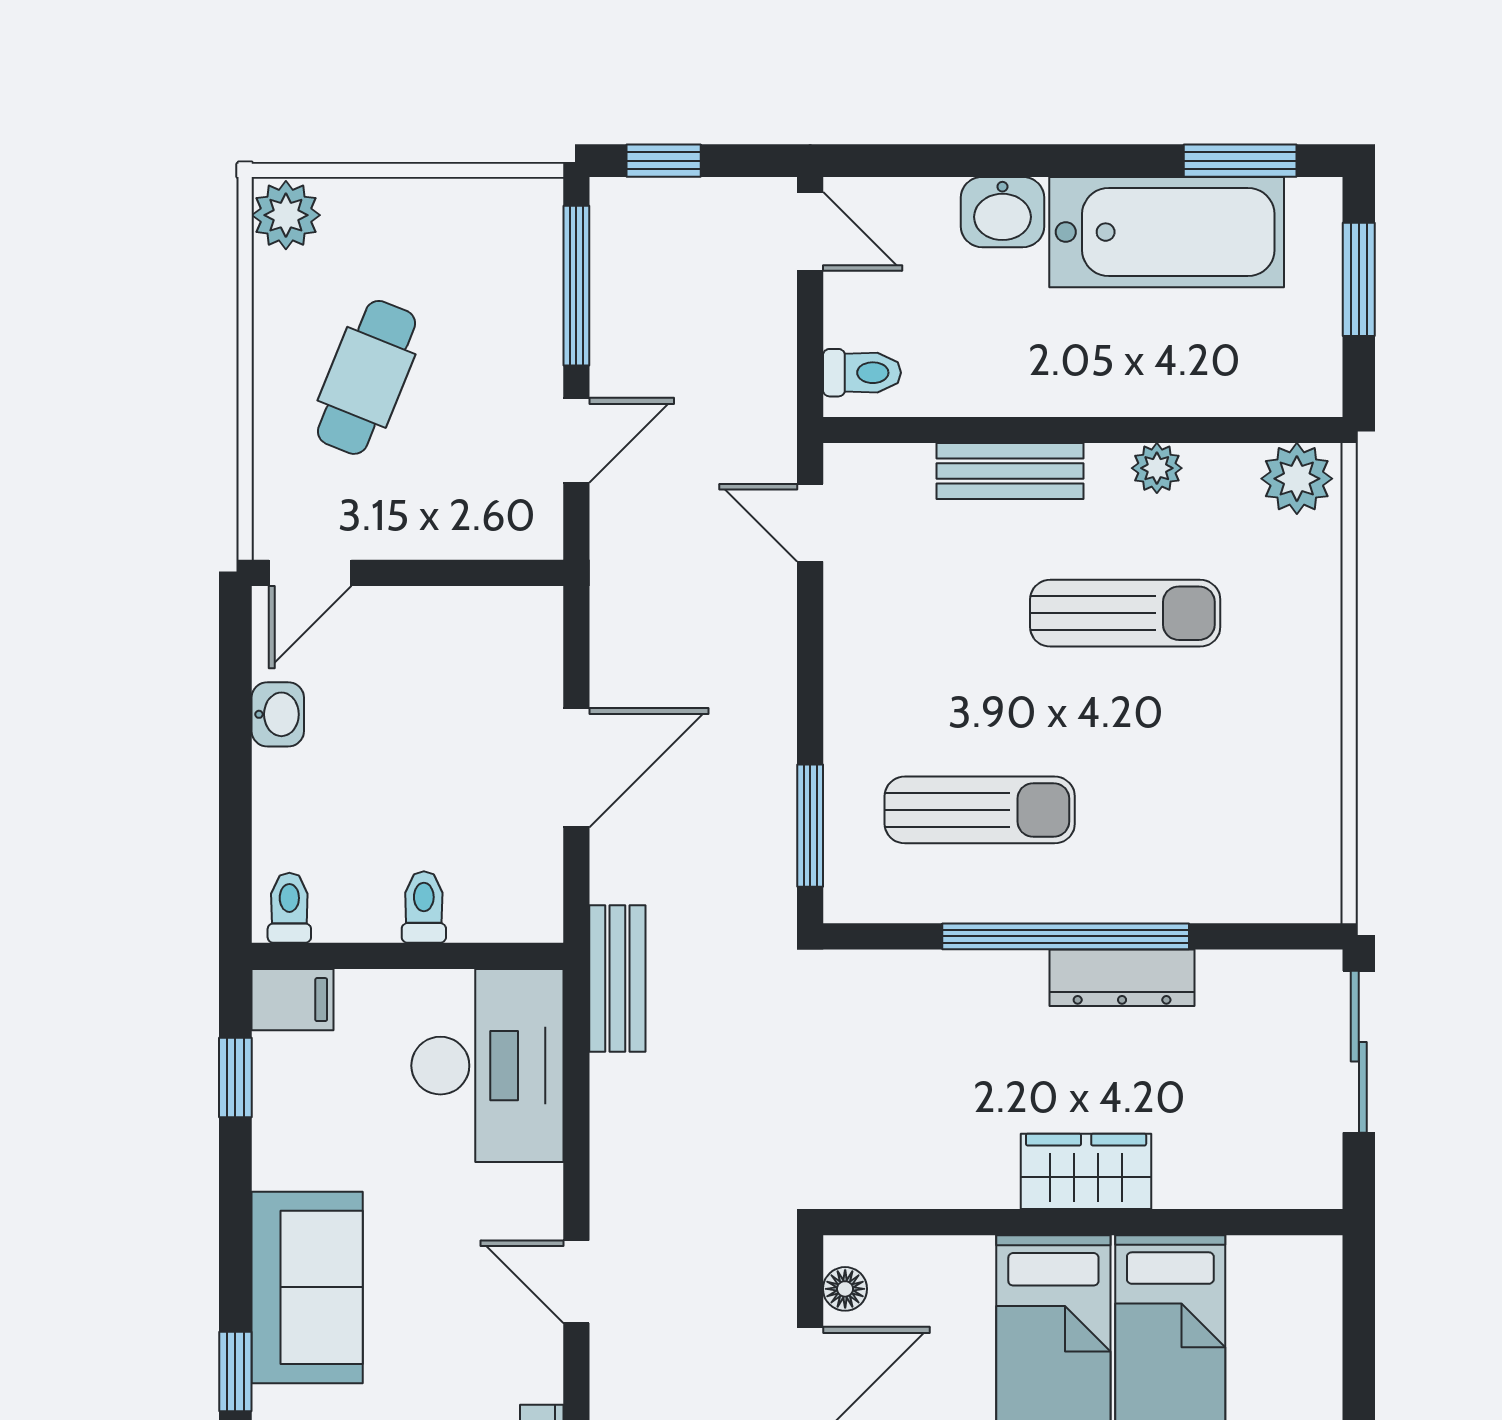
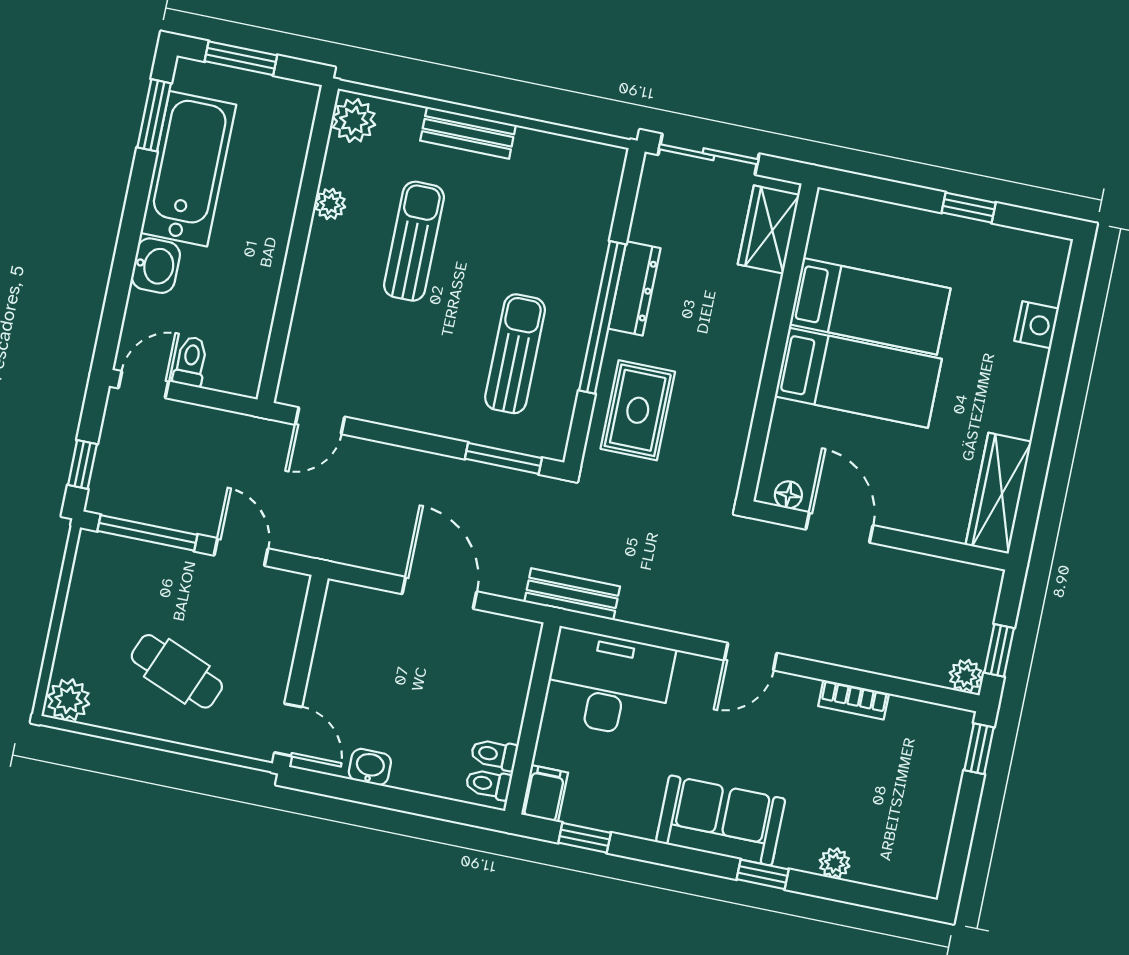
toilet: (862, 373) -> (191, 361), moved
bench: (1010, 471) -> (468, 133), moved, turned 90
toilet: (424, 907) -> (494, 754), moved
rug: (930, 1023) -> (638, 410), added
wardrobe: (1086, 1171) -> (769, 230), moved

